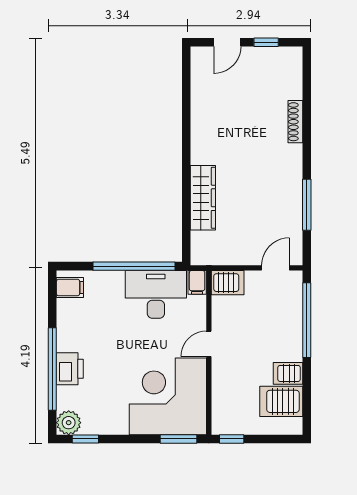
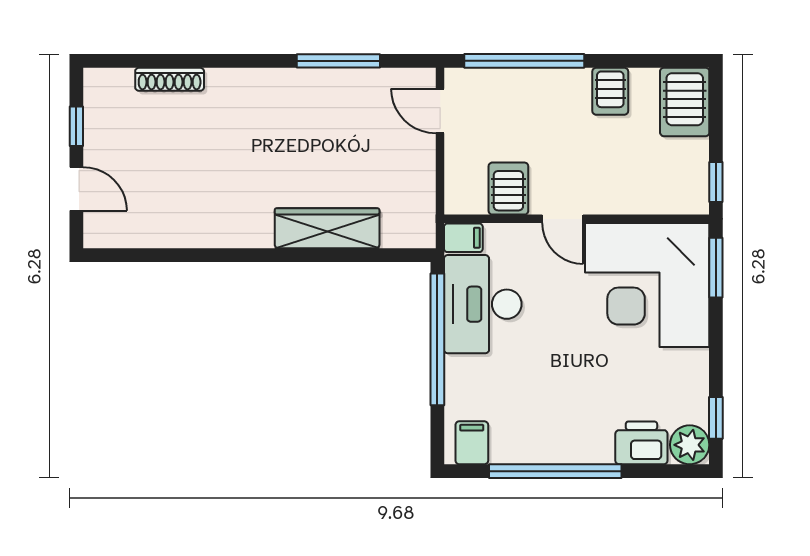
shoe rack: (295, 122) -> (170, 79), moved
server rack: (228, 283) -> (508, 189), moved
window: (52, 369) -> (555, 471), moved
printer: (70, 369) -> (641, 443), moved
server rack: (281, 401) -> (685, 102), moved

